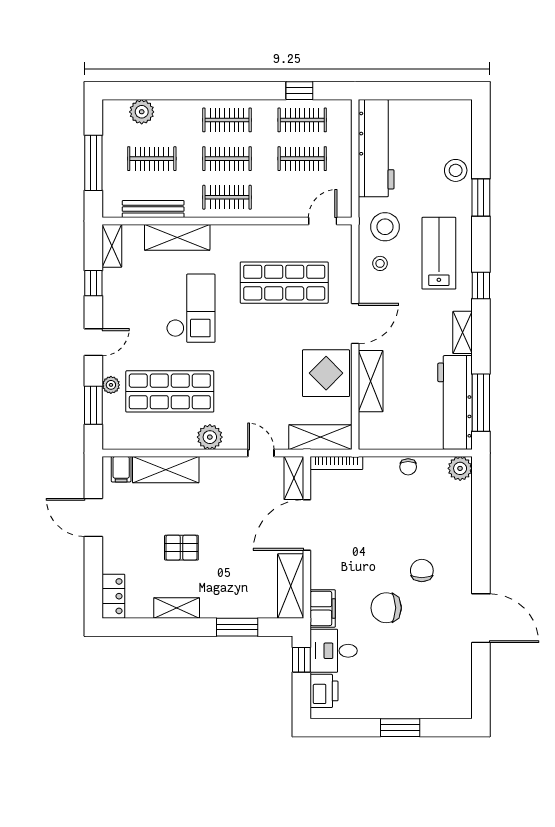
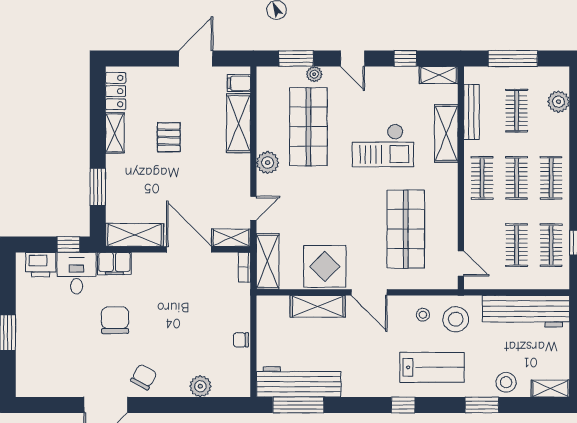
shelving: (463, 332) -> (550, 389), moved
bookcase: (336, 463) -> (244, 267), width x0.64
plant: (460, 468) -> (200, 386), moved
chair: (422, 571) -> (144, 377), moved, turned -61
locker: (113, 596) -> (116, 91), moved, turned -90

